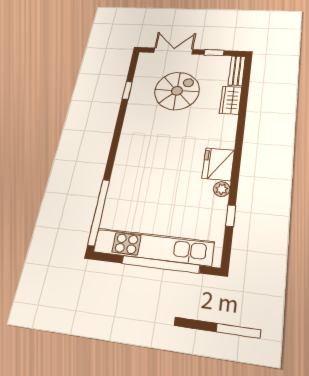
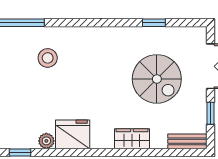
wardrobe: (231, 100) -> (132, 139), moved
stool: (140, 180) -> (48, 58), added

